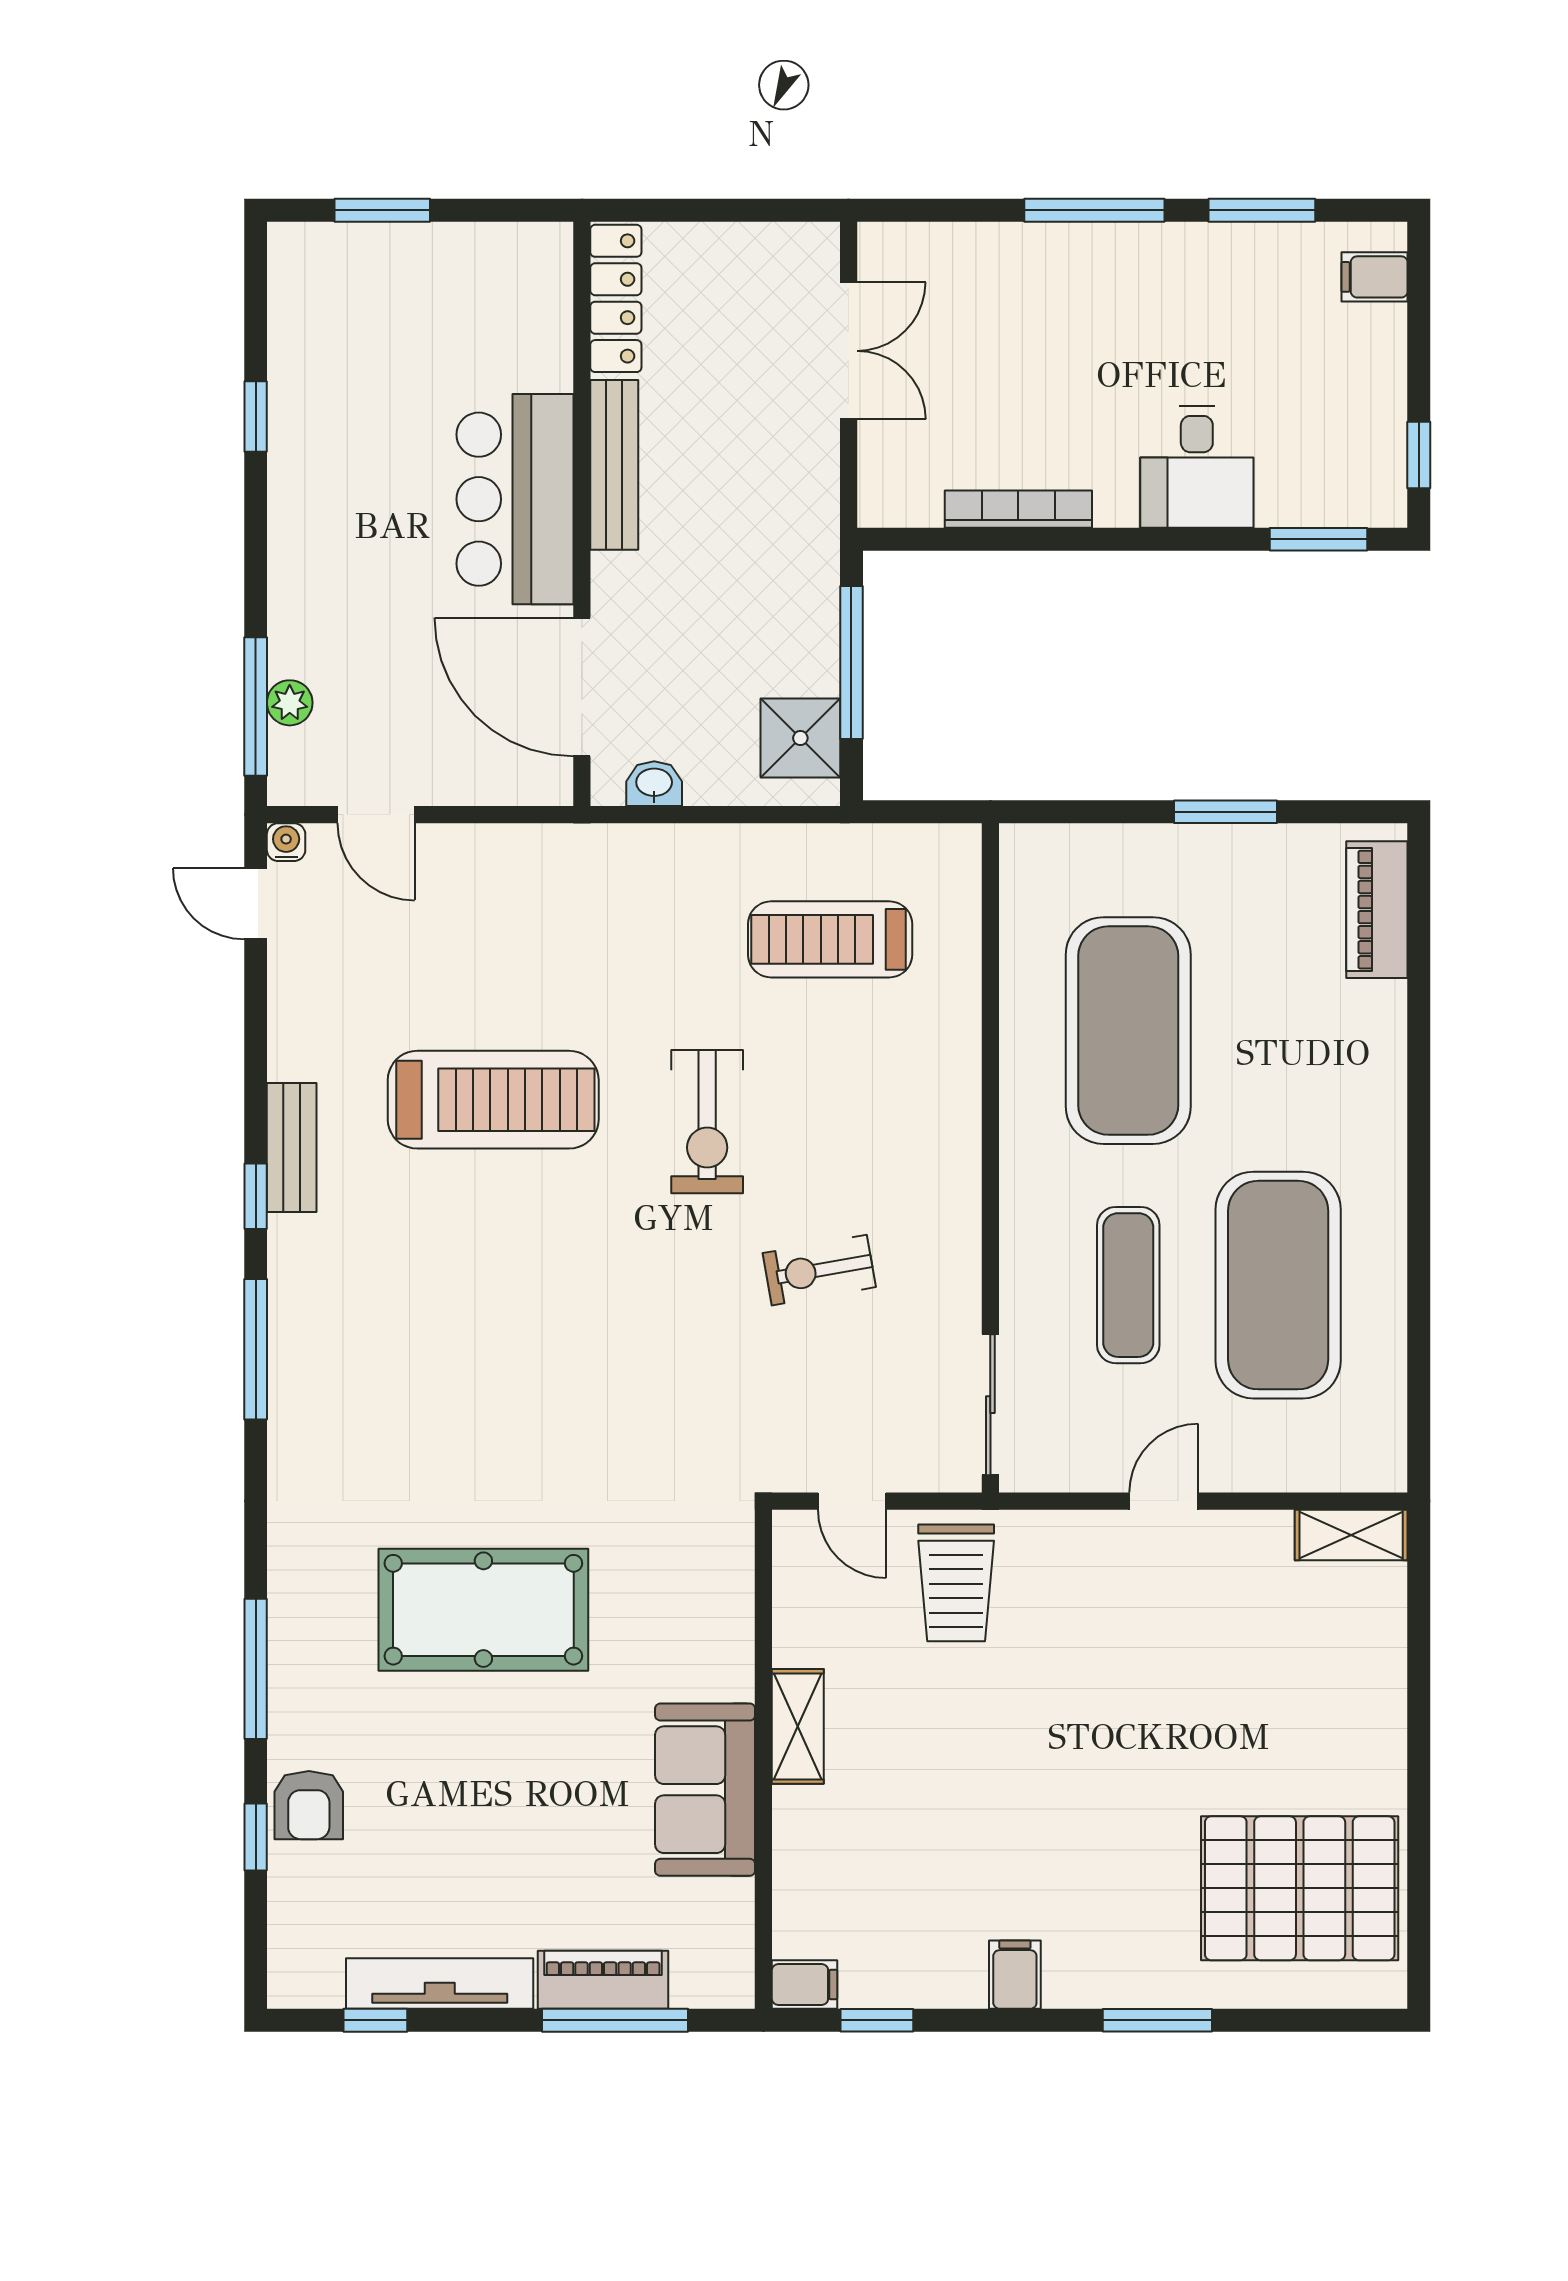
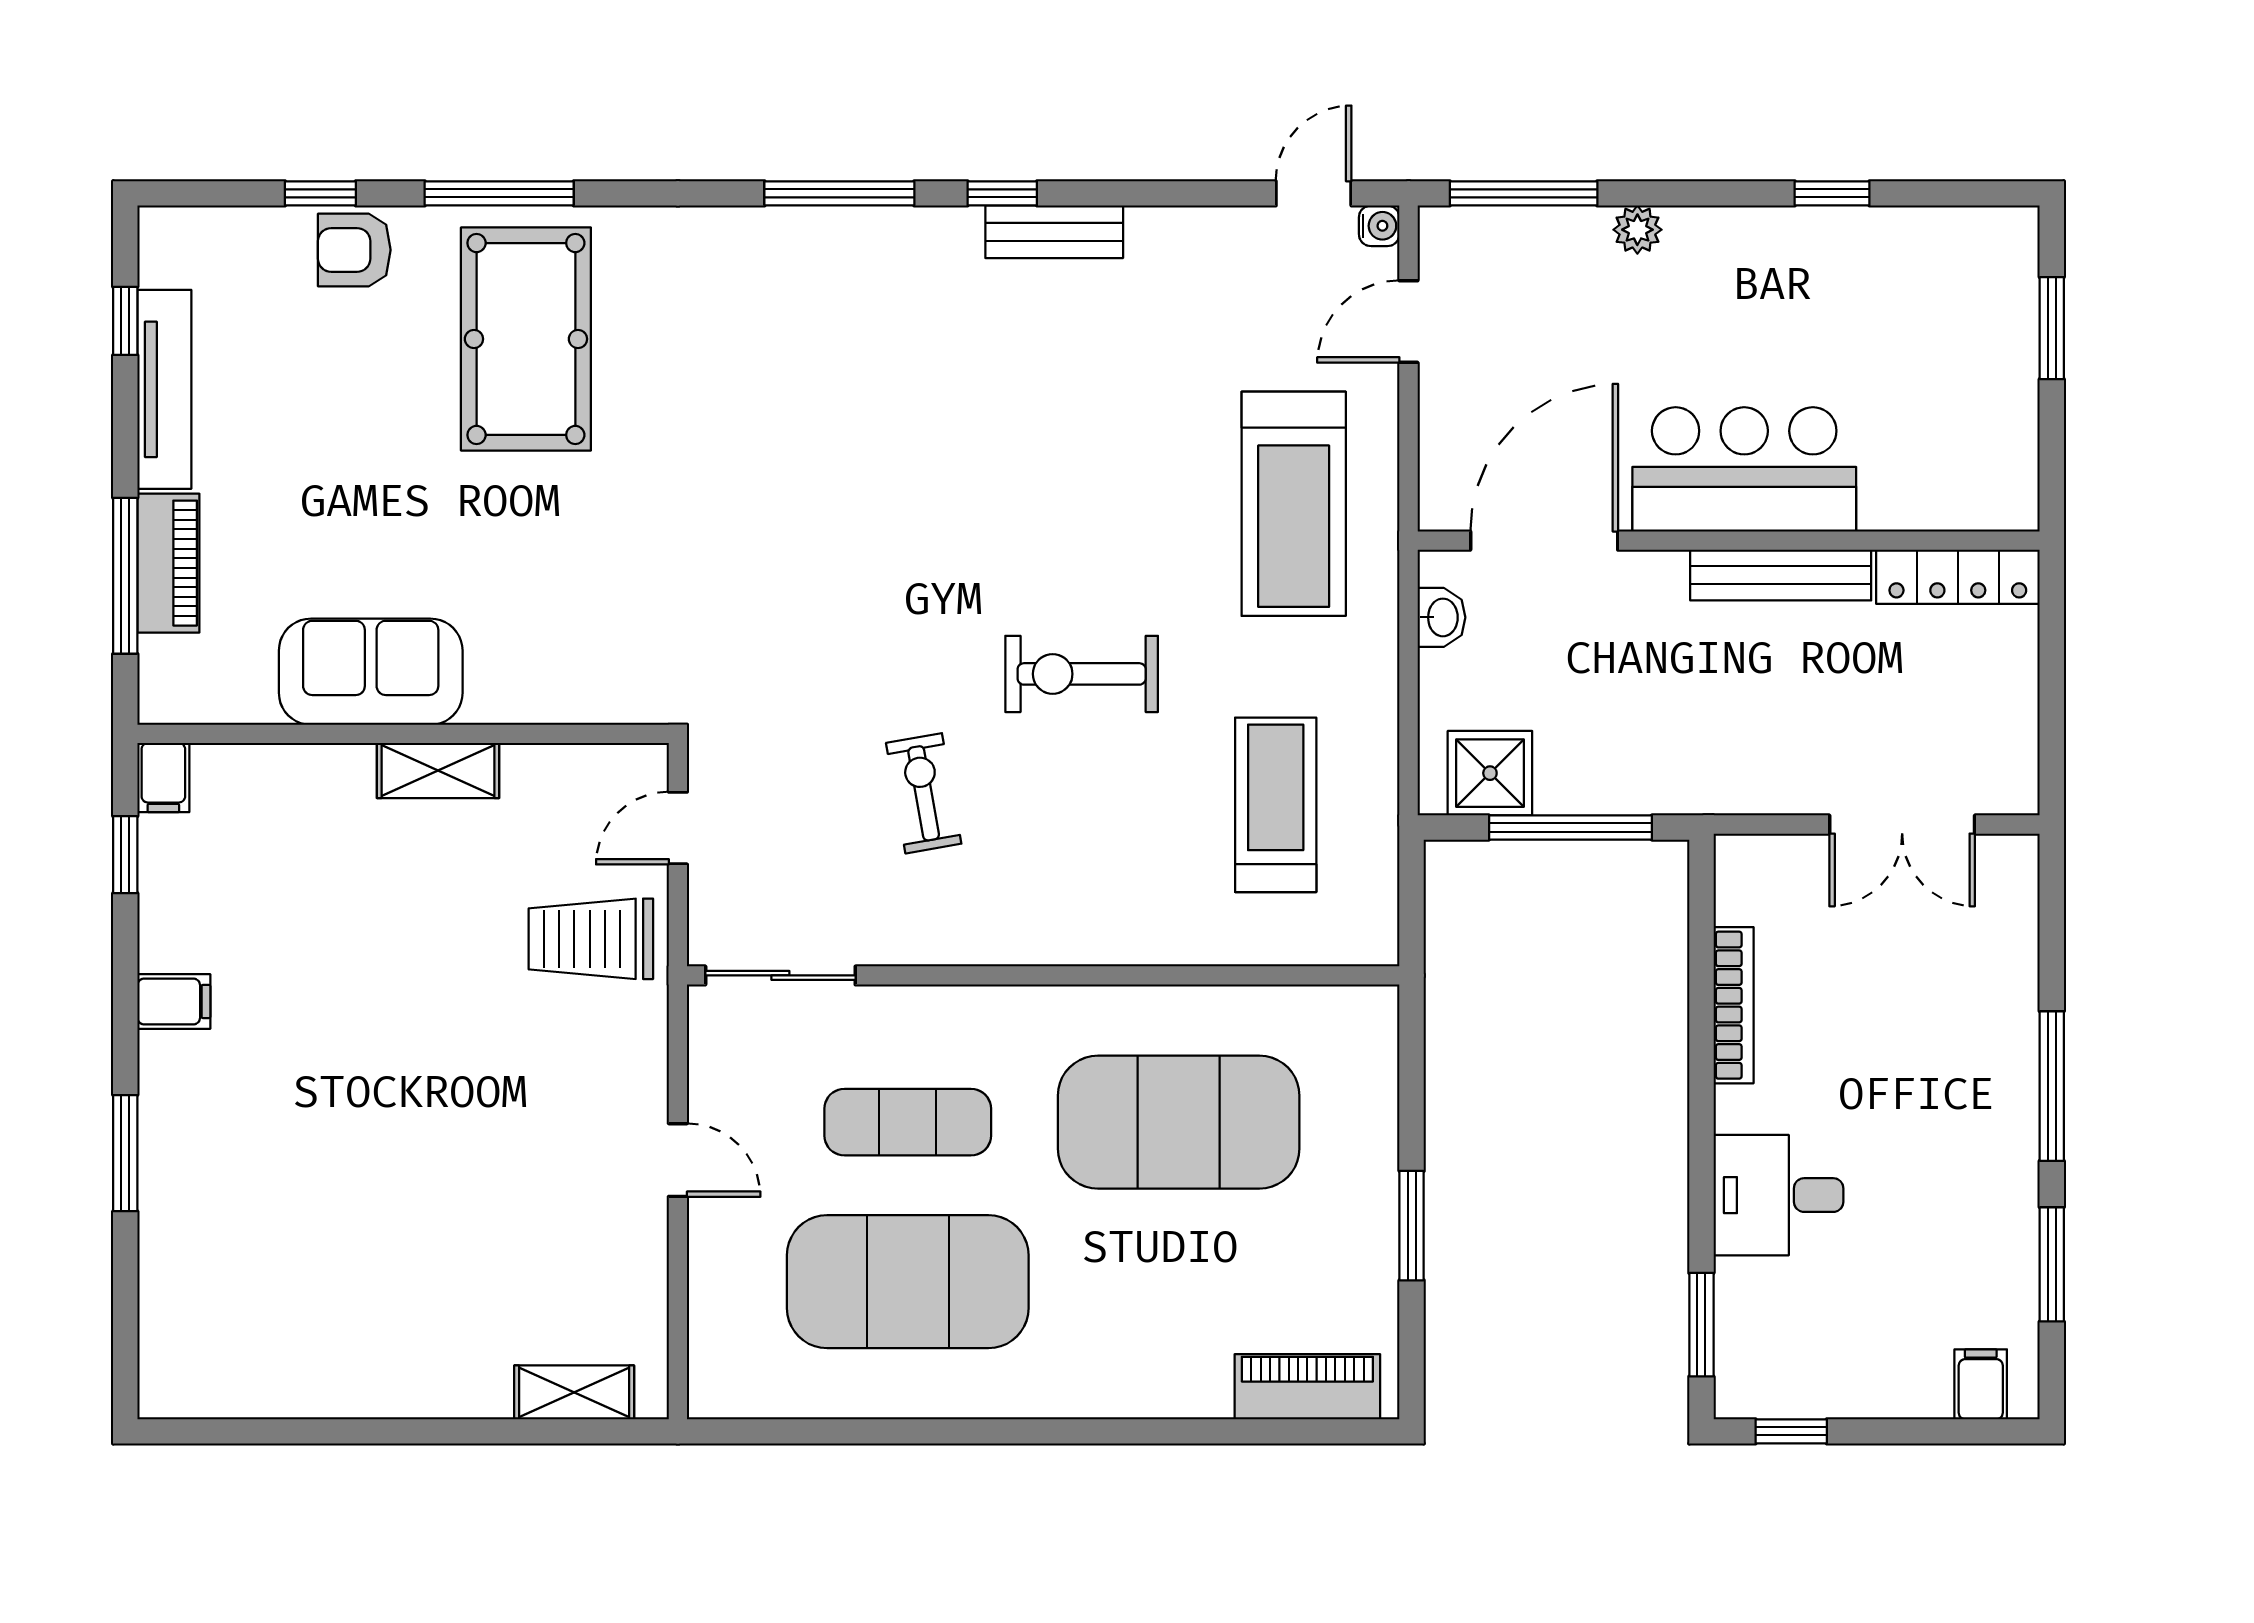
plant: (290, 703) -> (1637, 230), moved
treadmill: (493, 1100) -> (1294, 504), moved
shelving: (1351, 1535) -> (574, 1392), moved, turned 90
pool table: (483, 1610) -> (526, 339), moved
pallet: (1300, 1888) -> (266, 1305), removed

